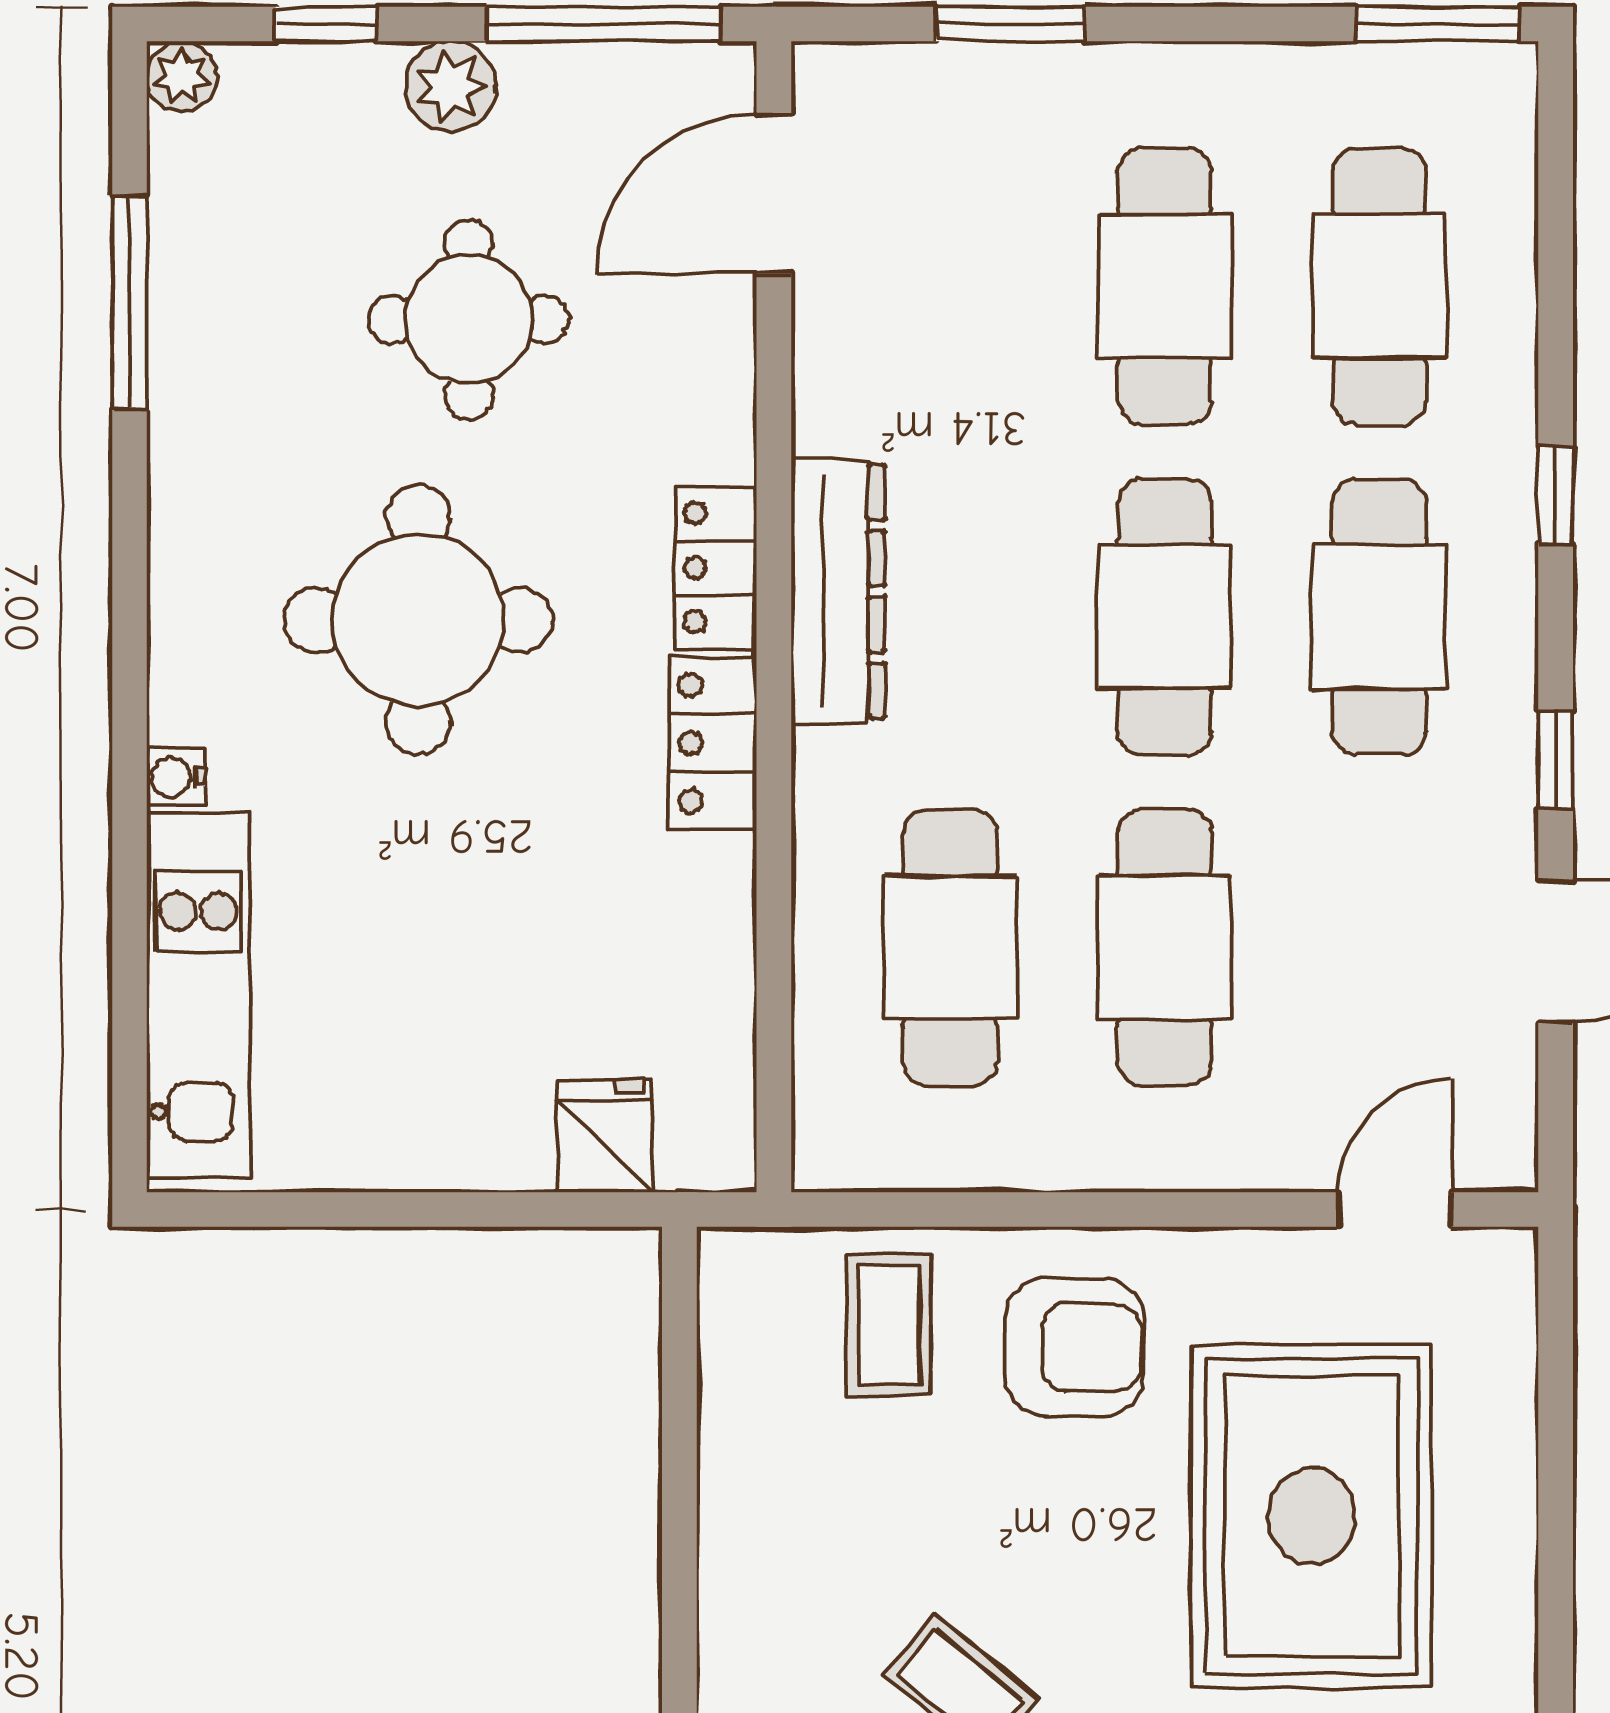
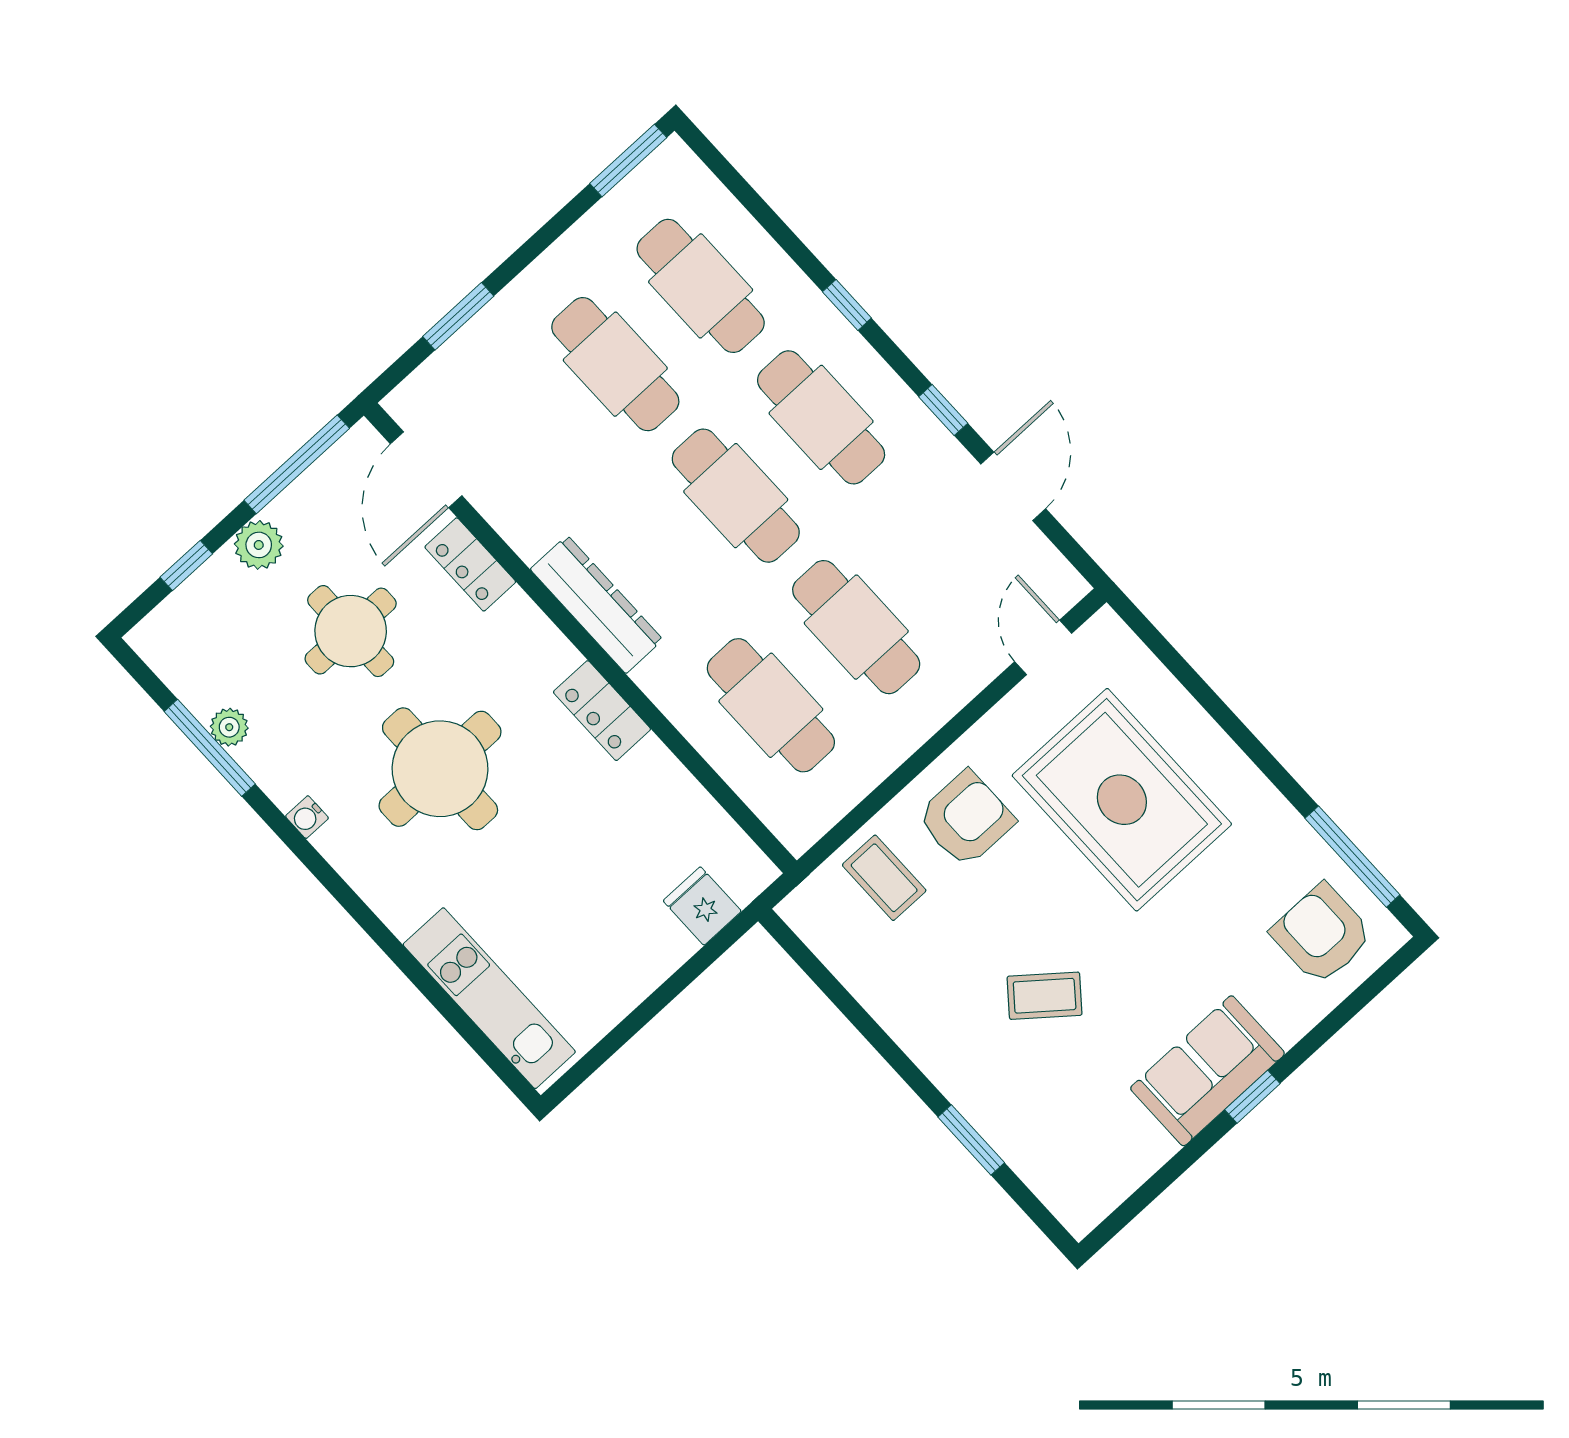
plant: (182, 77) -> (229, 727), moved
locker: (715, 567) -> (470, 564), moved
water cooler: (176, 777) -> (307, 817), moved

